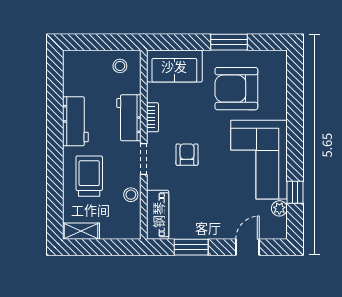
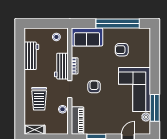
window: (229, 42) -> (118, 24), width x2.11
armchair: (236, 89) -> (122, 50), width x0.53, depth x0.53
workbench: (75, 121) -> (31, 56), moved
trolley: (89, 176) -> (39, 99), turned 180
window: (295, 192) -> (155, 108), width x2.17

